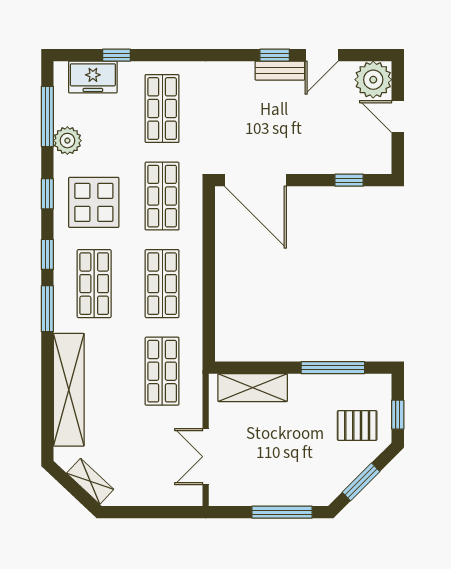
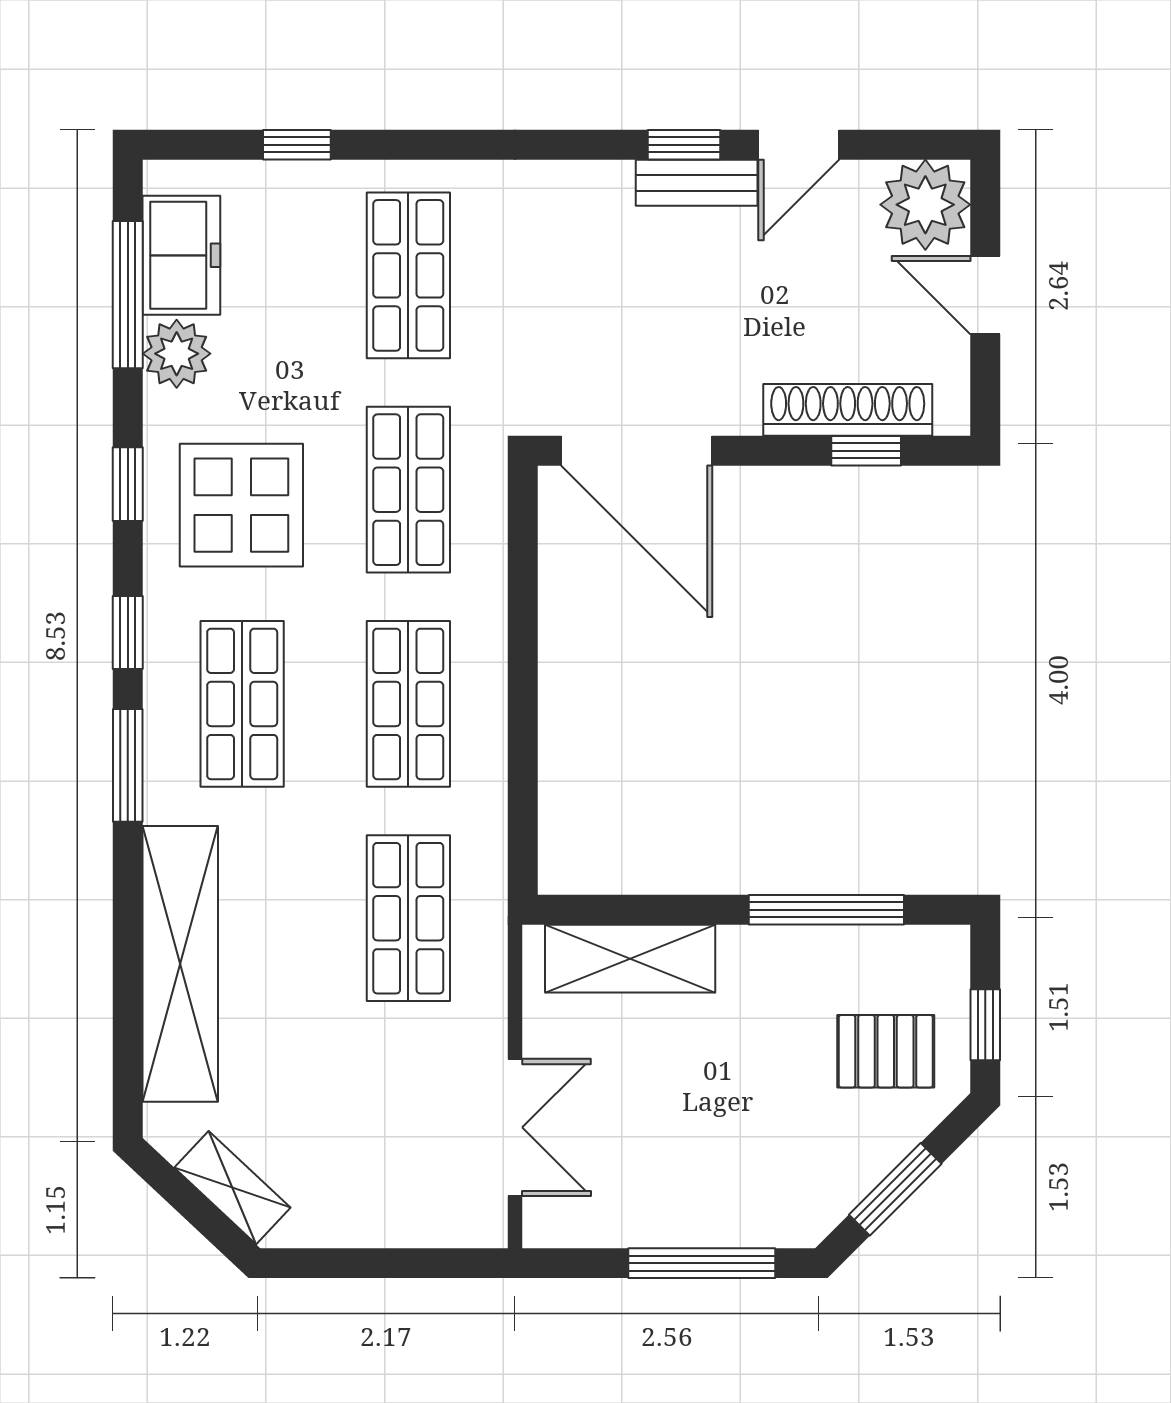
freezer: (93, 77) -> (181, 255), moved, turned -90
shoe rack: (342, 163) -> (848, 410), added
double door: (206, 457) -> (515, 1127), swing flipped

